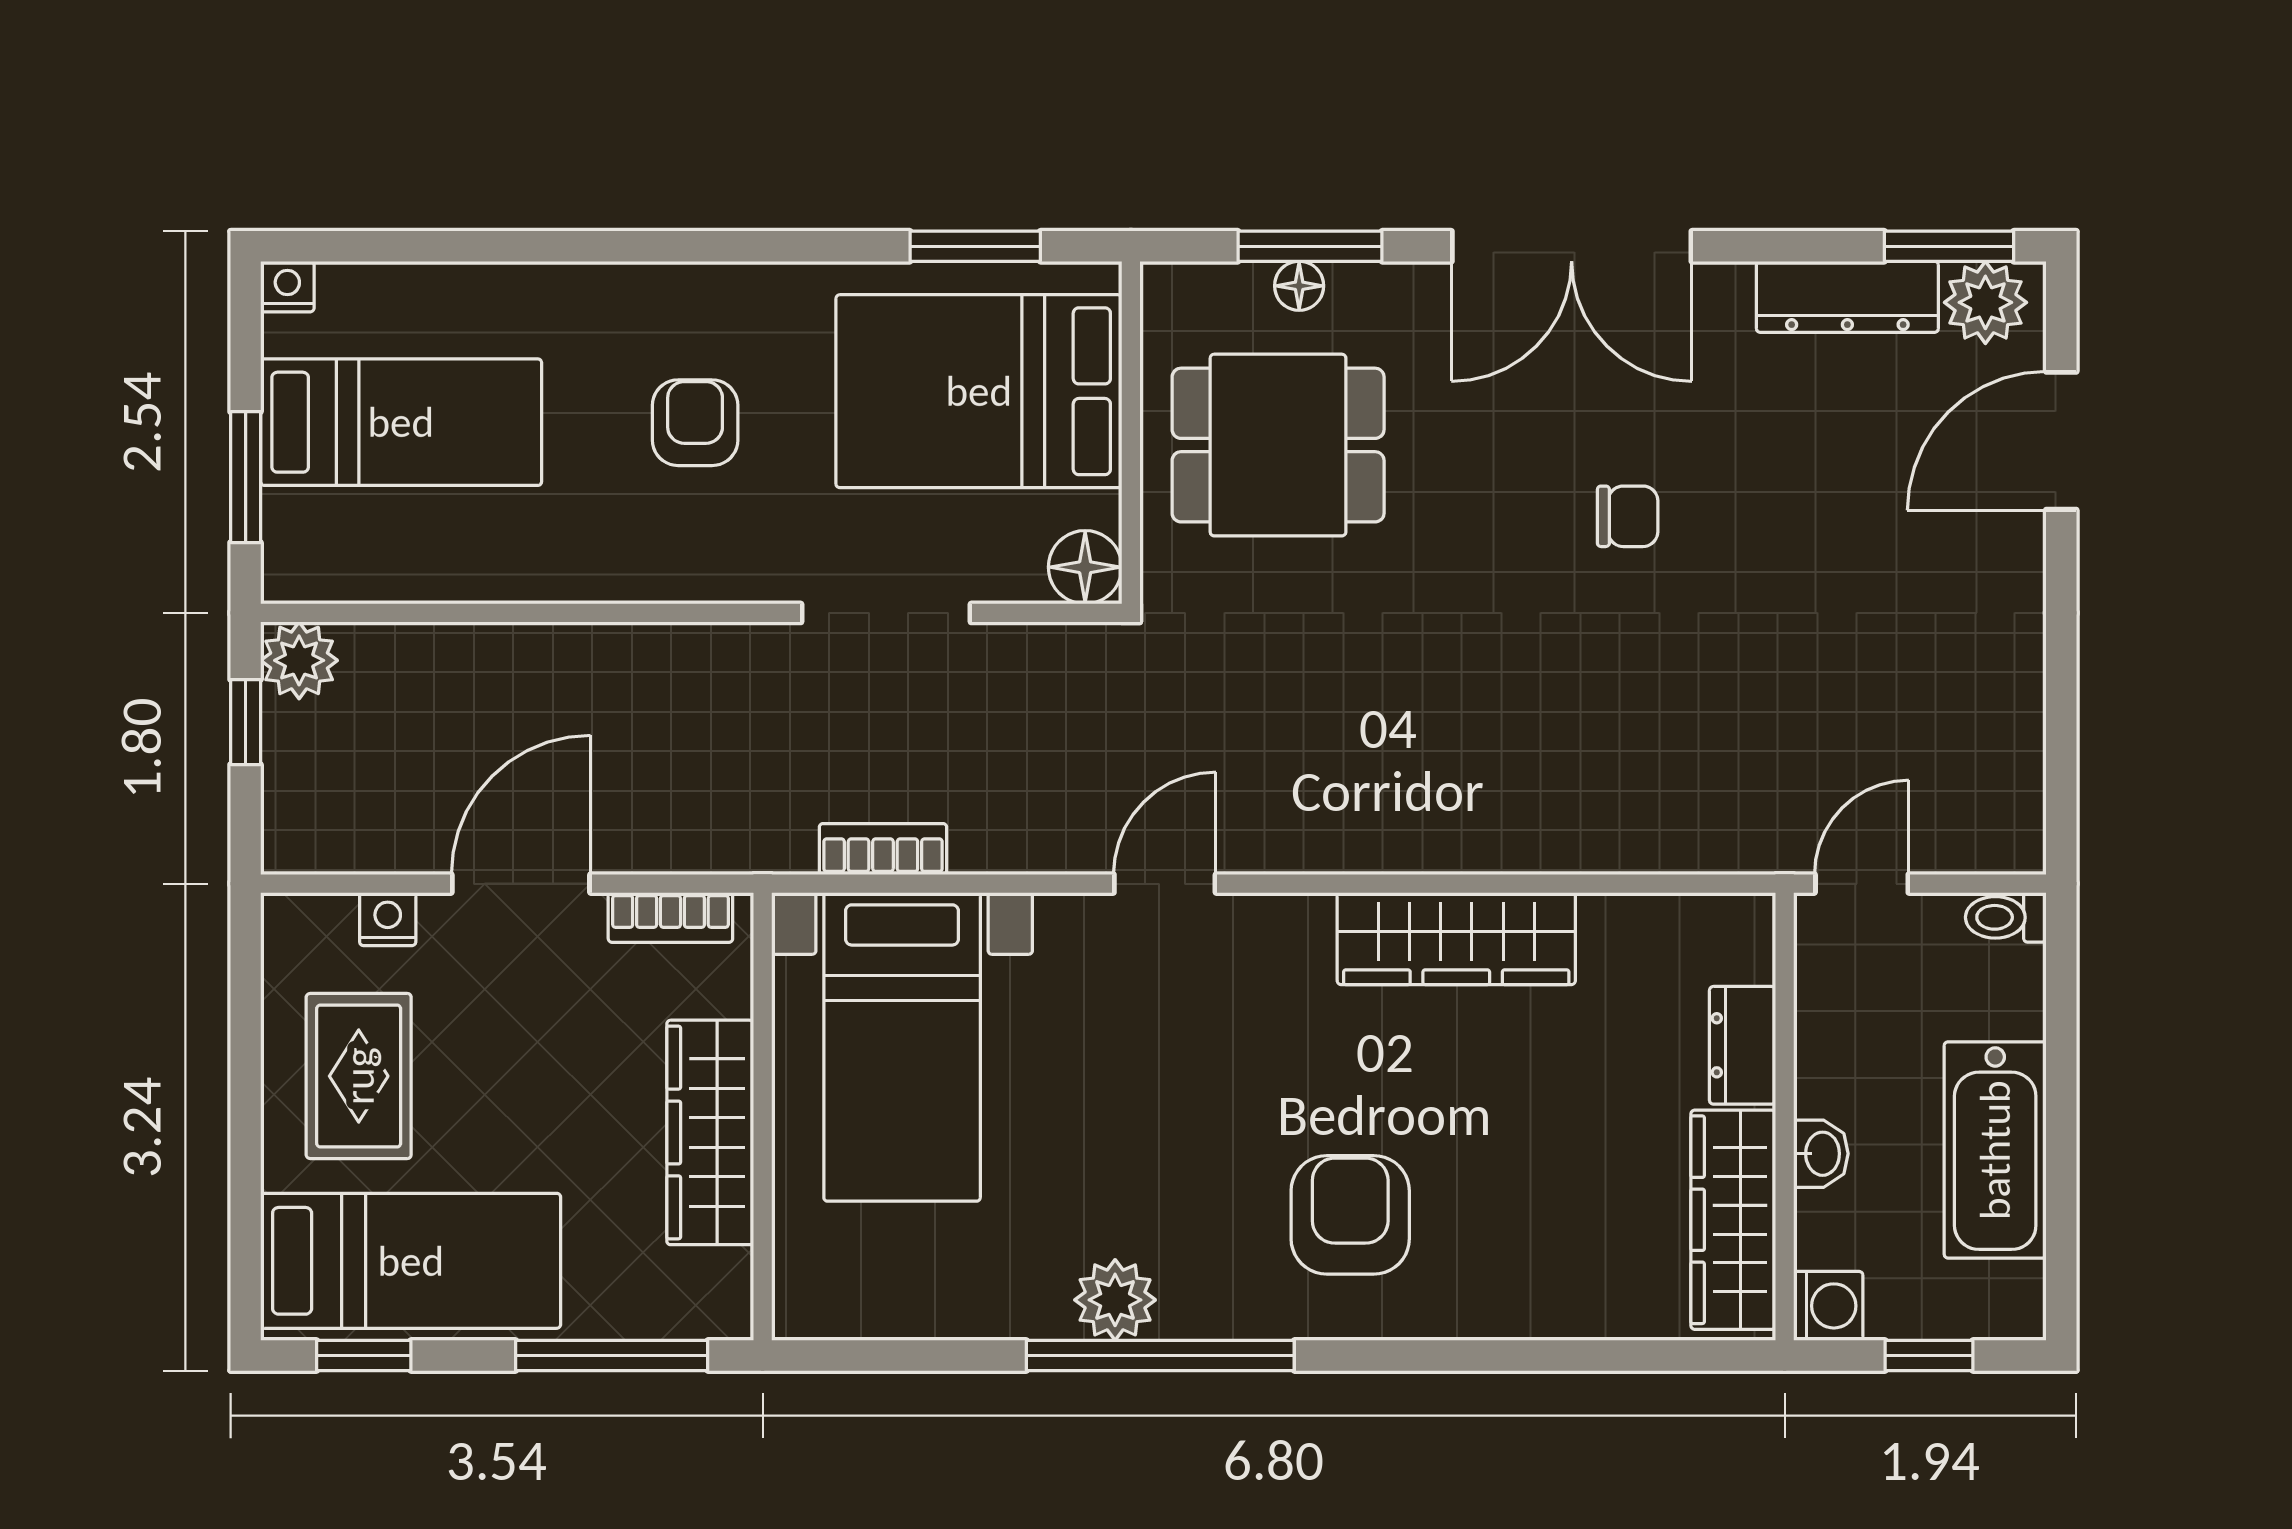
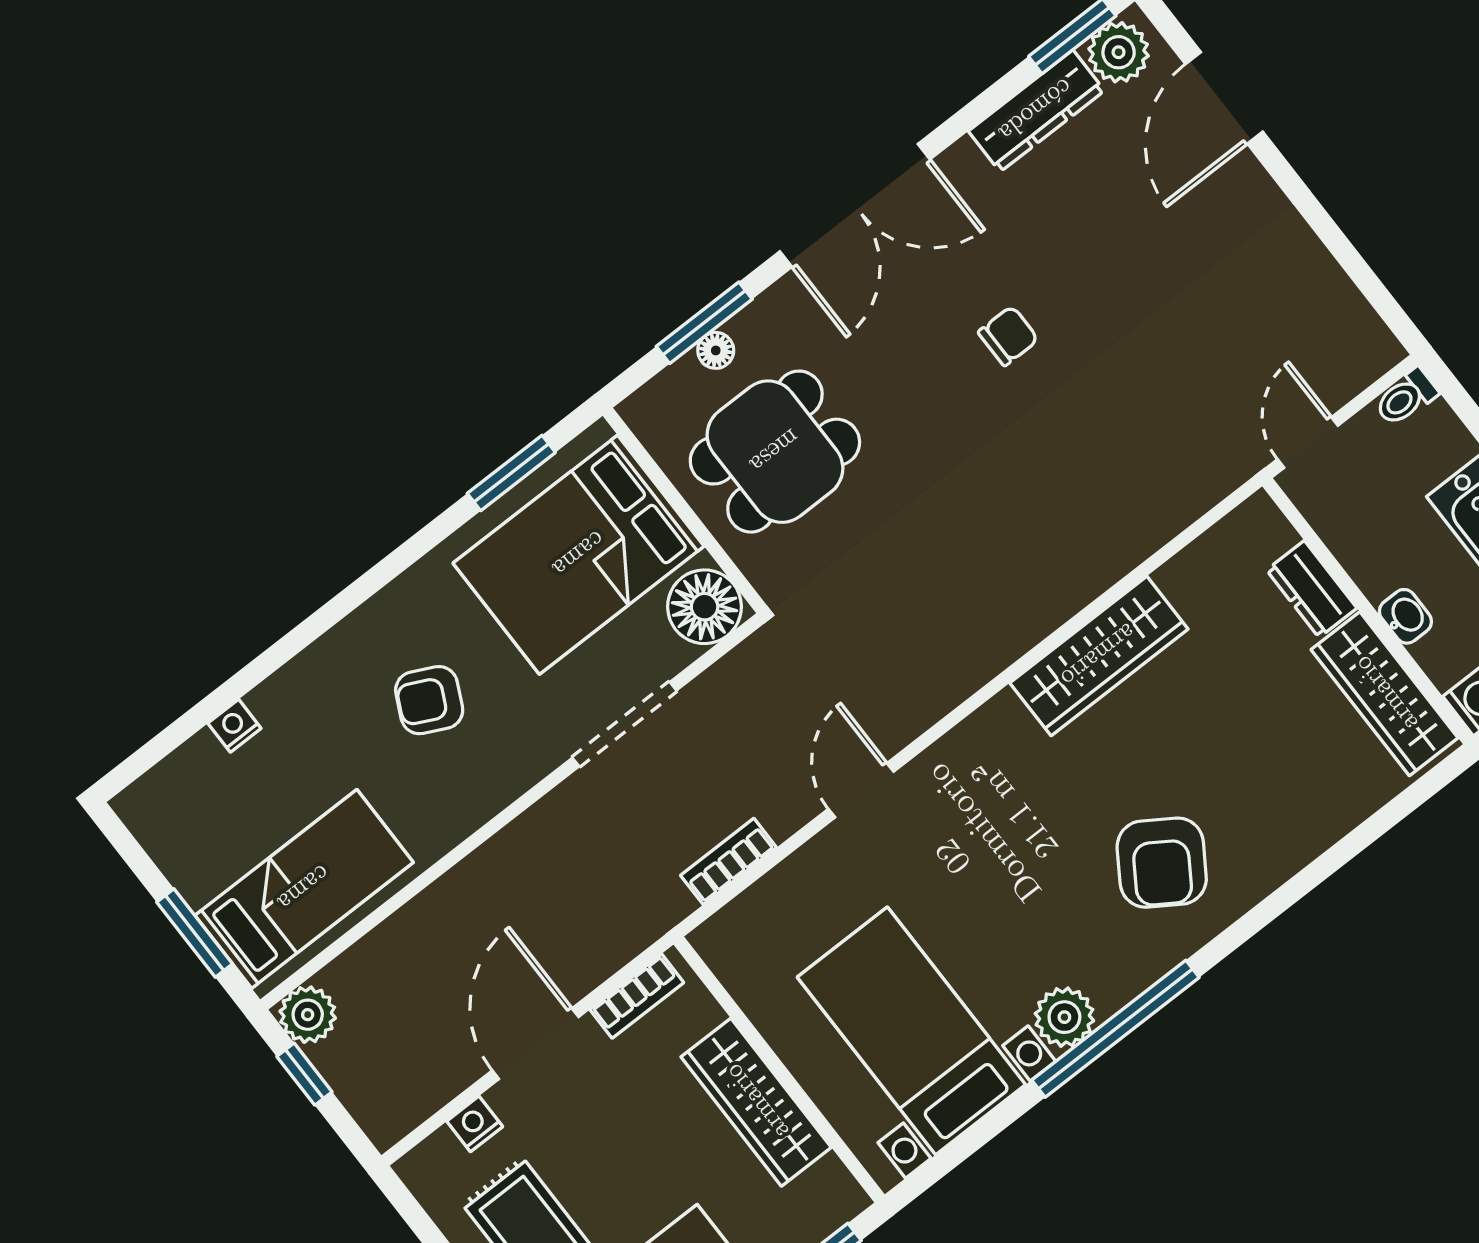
nightstand: (287, 287) -> (234, 726), moved
bed: (401, 422) -> (304, 889), moved
armchair: (695, 423) -> (429, 700), turned -64
floor lamp: (1085, 567) -> (705, 607), width x1.38, depth x1.38
door: (1165, 884) -> (861, 790), moved
bed with nightstands: (902, 1047) -> (911, 1031), moved, turned 180
armchair: (1350, 1215) -> (1162, 863), turned -147

